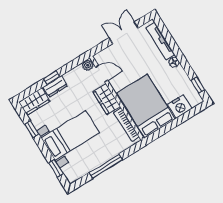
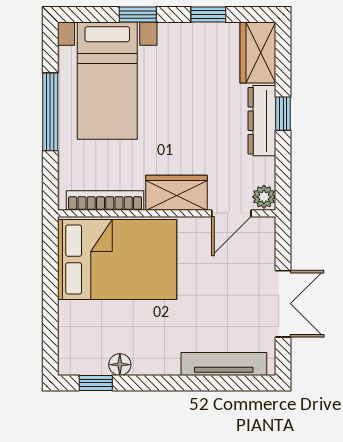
floor lamp: (174, 62) -> (120, 365), moved
dresser: (55, 86) -> (262, 121), width x1.44
nightstand: (180, 107) -> (76, 323), removed
bed with nightstands: (70, 135) -> (107, 81), moved
window: (56, 168) -> (138, 15), moved

